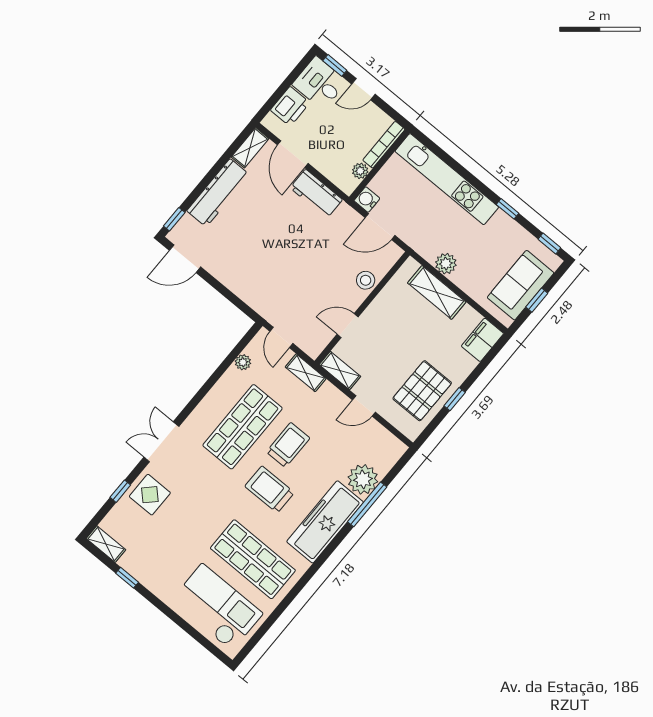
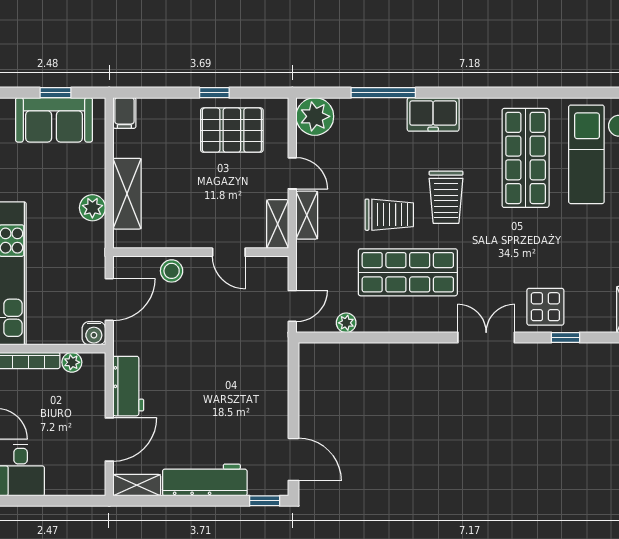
printer: (290, 106) -> (66, 480), removed
door: (380, 227) -> (109, 300), hinge flipped
filing cabinet: (482, 340) -> (124, 113), width x0.50
shelving: (306, 373) -> (307, 215), moved
double door: (161, 442) -> (486, 338), swing flipped
trolley: (288, 445) -> (389, 215), turned 180
plant: (363, 479) -> (315, 116), moved
freezer: (325, 522) -> (433, 114), width x0.52, depth x0.79

